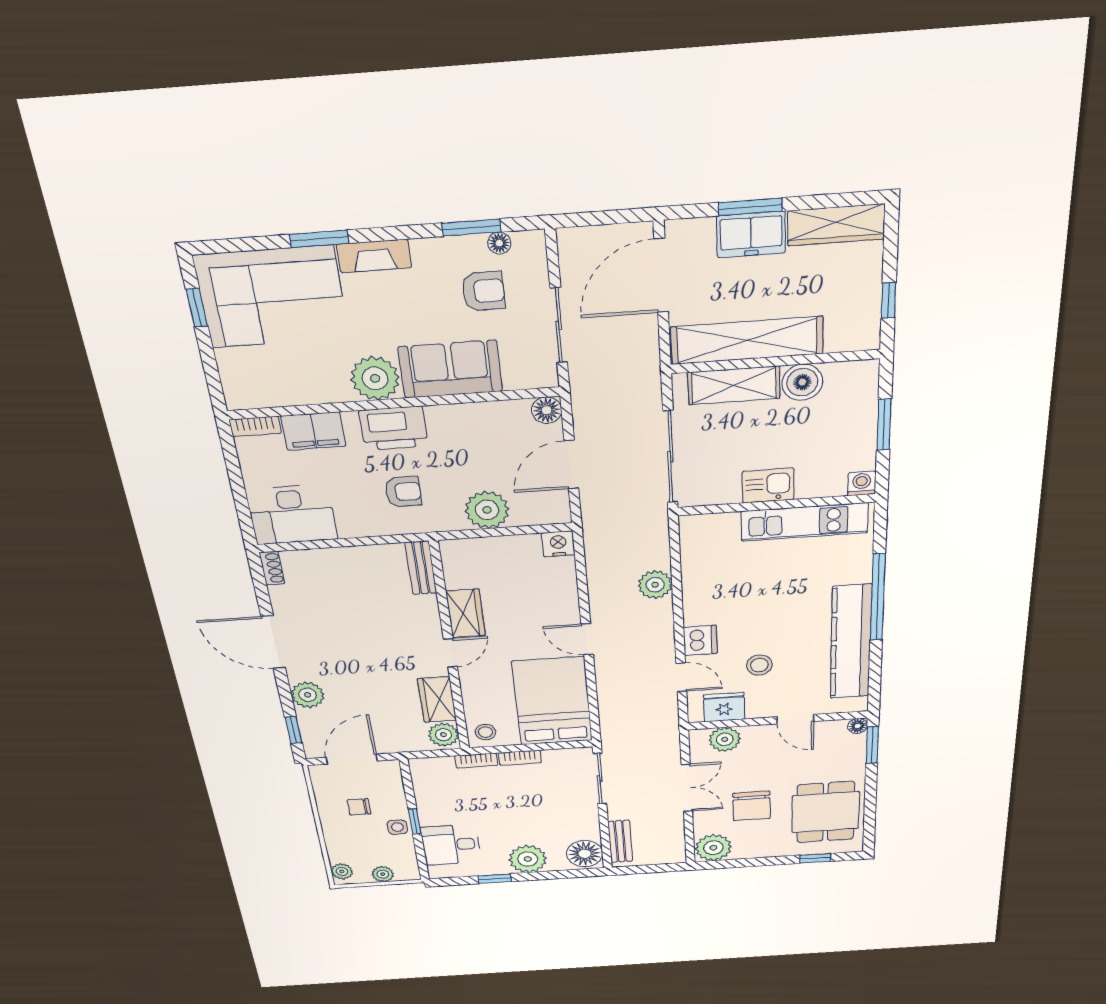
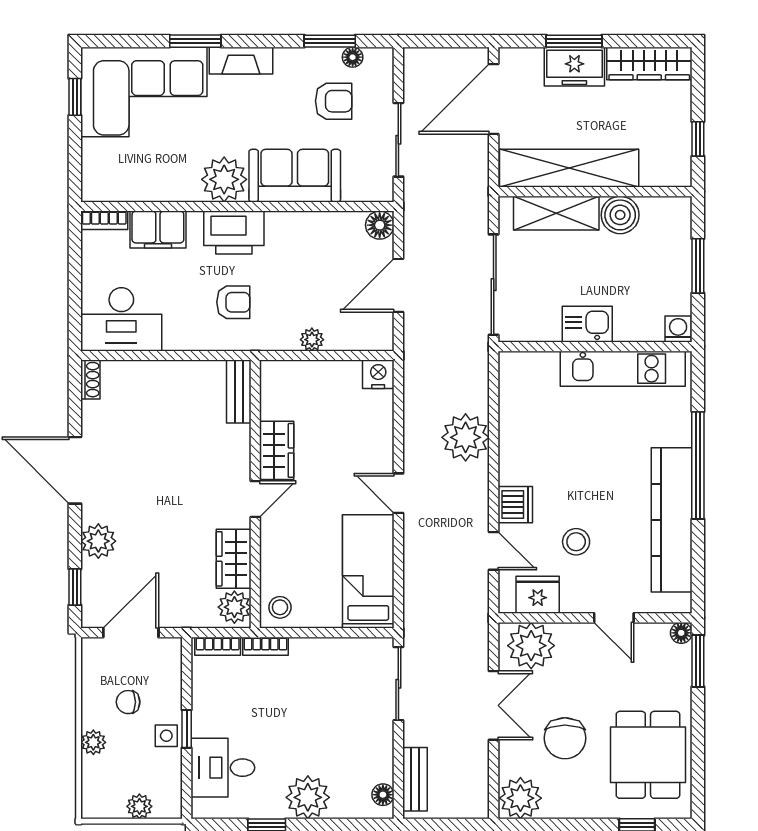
plant: (487, 510) -> (312, 340), width x0.53, depth x0.53
plant: (655, 585) -> (466, 437), width x1.36, depth x1.36
bed: (552, 701) -> (368, 571), width x0.67
plant: (725, 739) -> (531, 646), width x1.36, depth x1.36
bookcase: (520, 758) -> (218, 646), moved
floor lamp: (585, 854) -> (383, 795), width x0.53, depth x0.53
plant: (342, 871) -> (93, 742), moved

